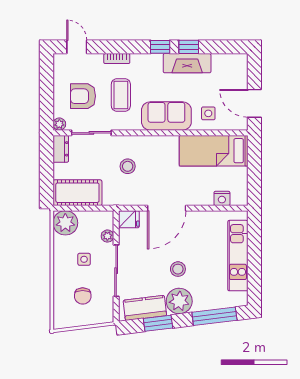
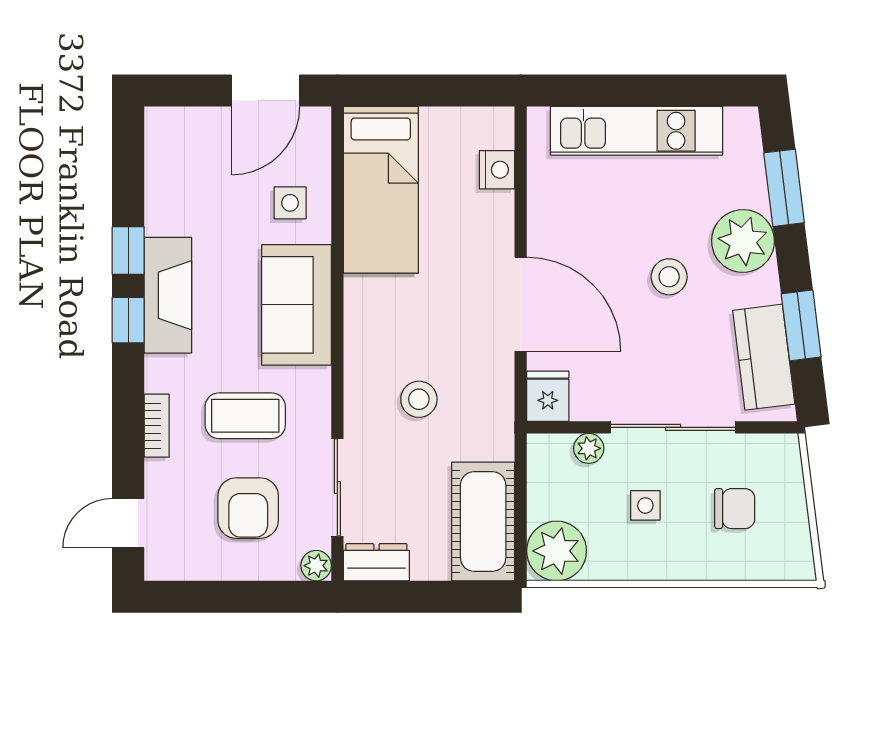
fireplace: (187, 63) -> (168, 295), moved
plant: (179, 301) -> (743, 241), moved
window: (214, 316) -> (784, 188), width x0.69

